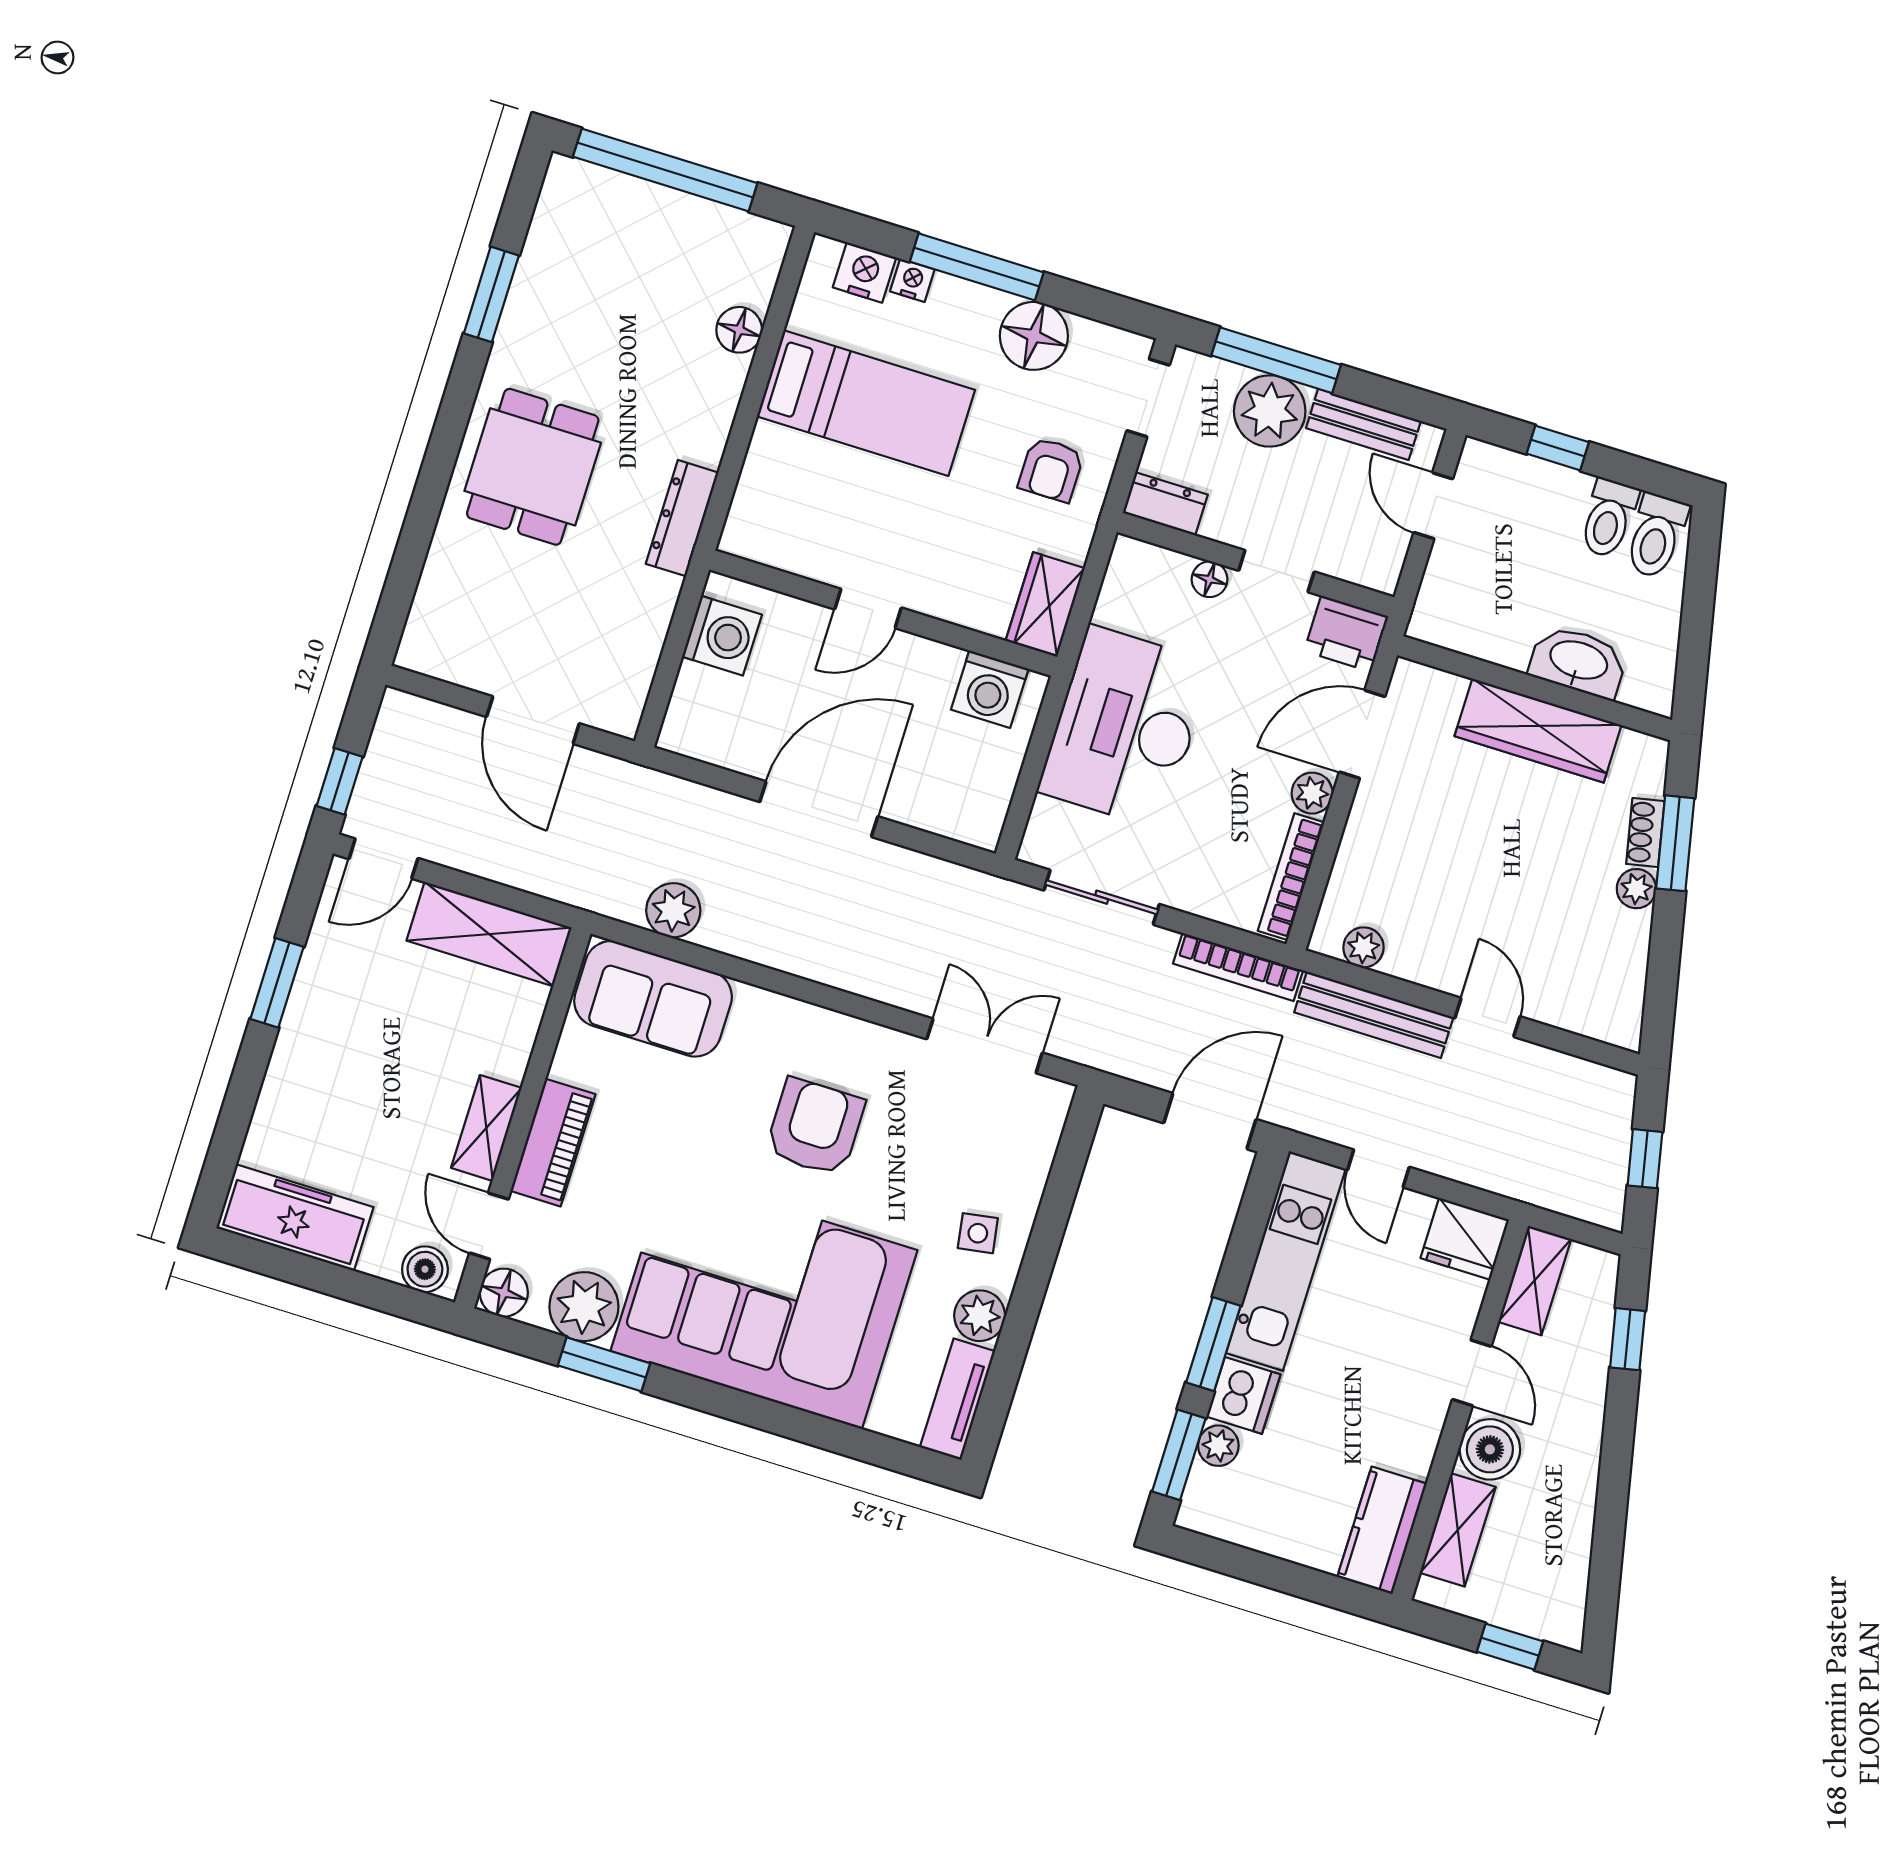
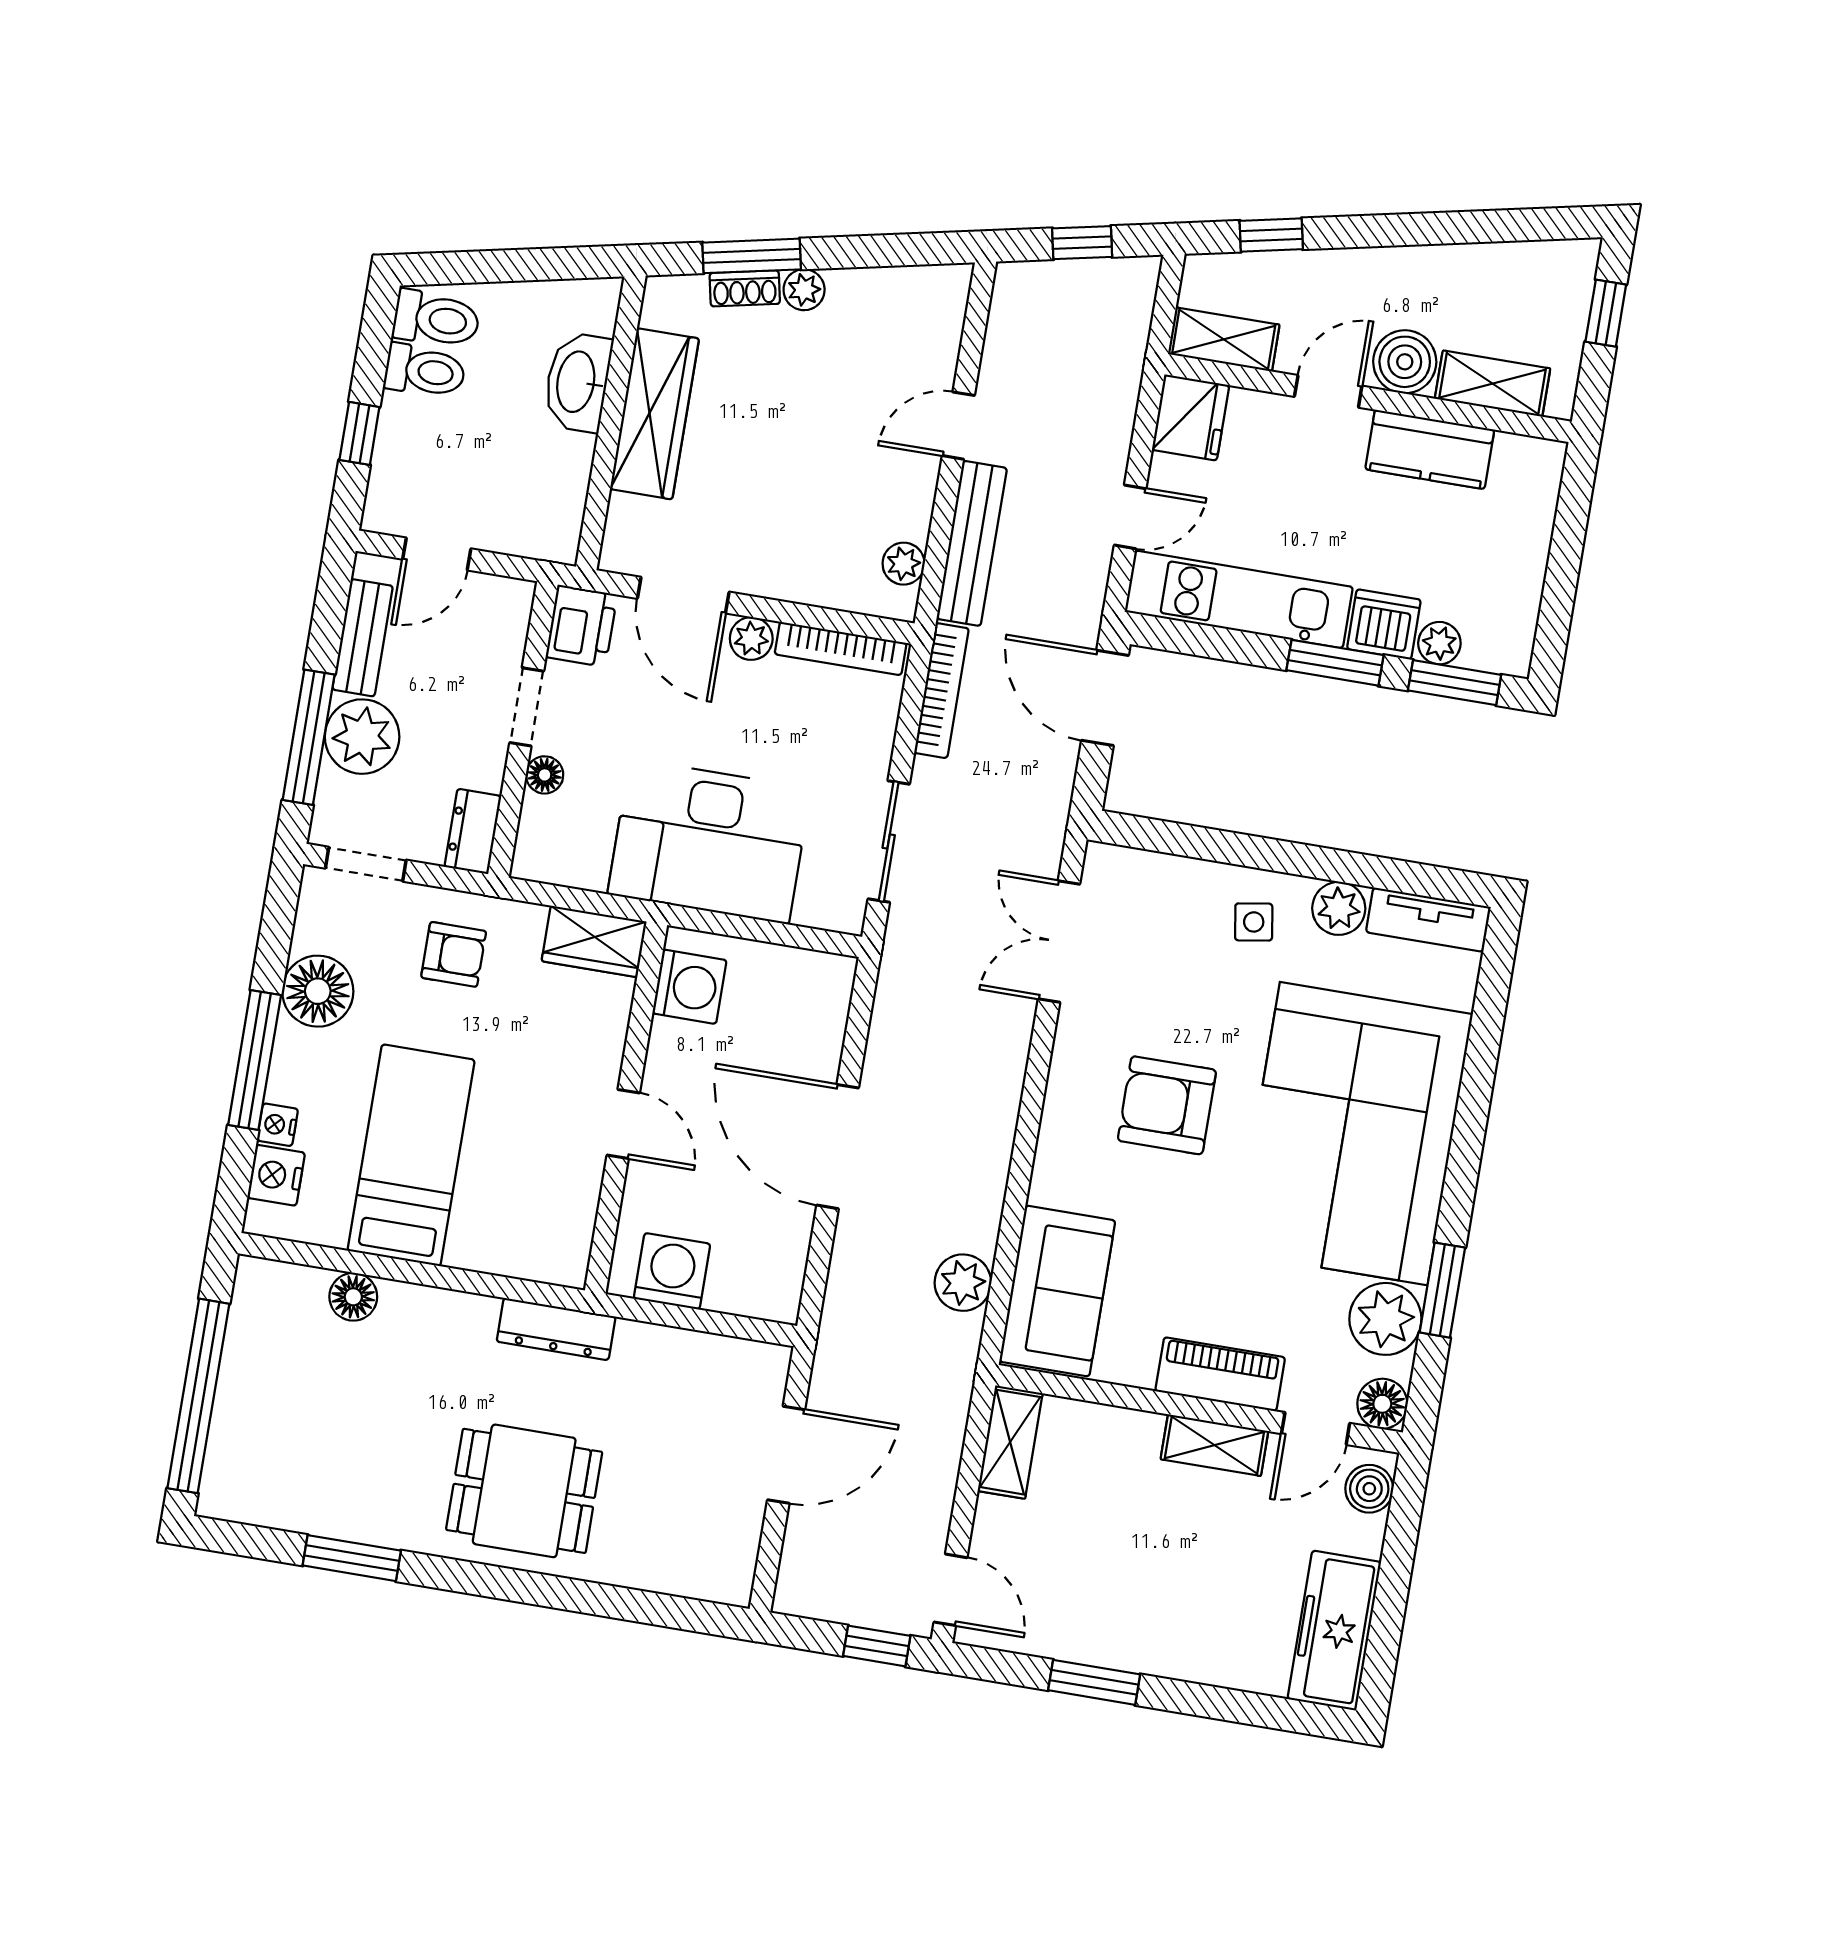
shelving: (489, 934) -> (1010, 1442), width x0.67, depth x0.75
kitchen counter: (1382, 1530) -> (1430, 449), moved

